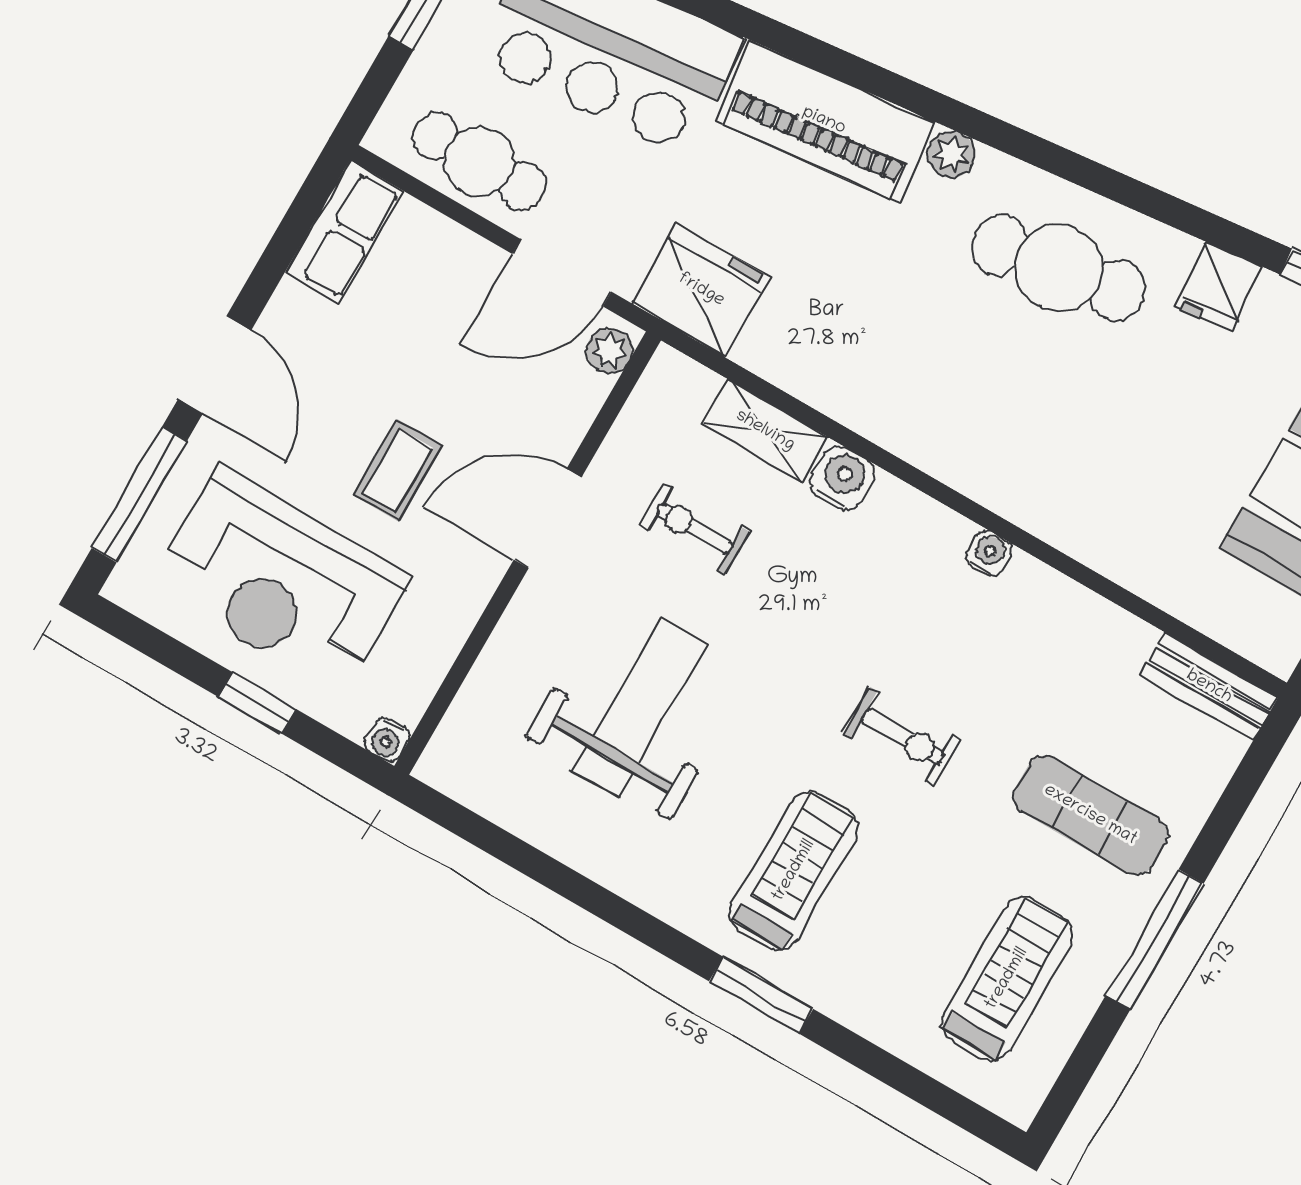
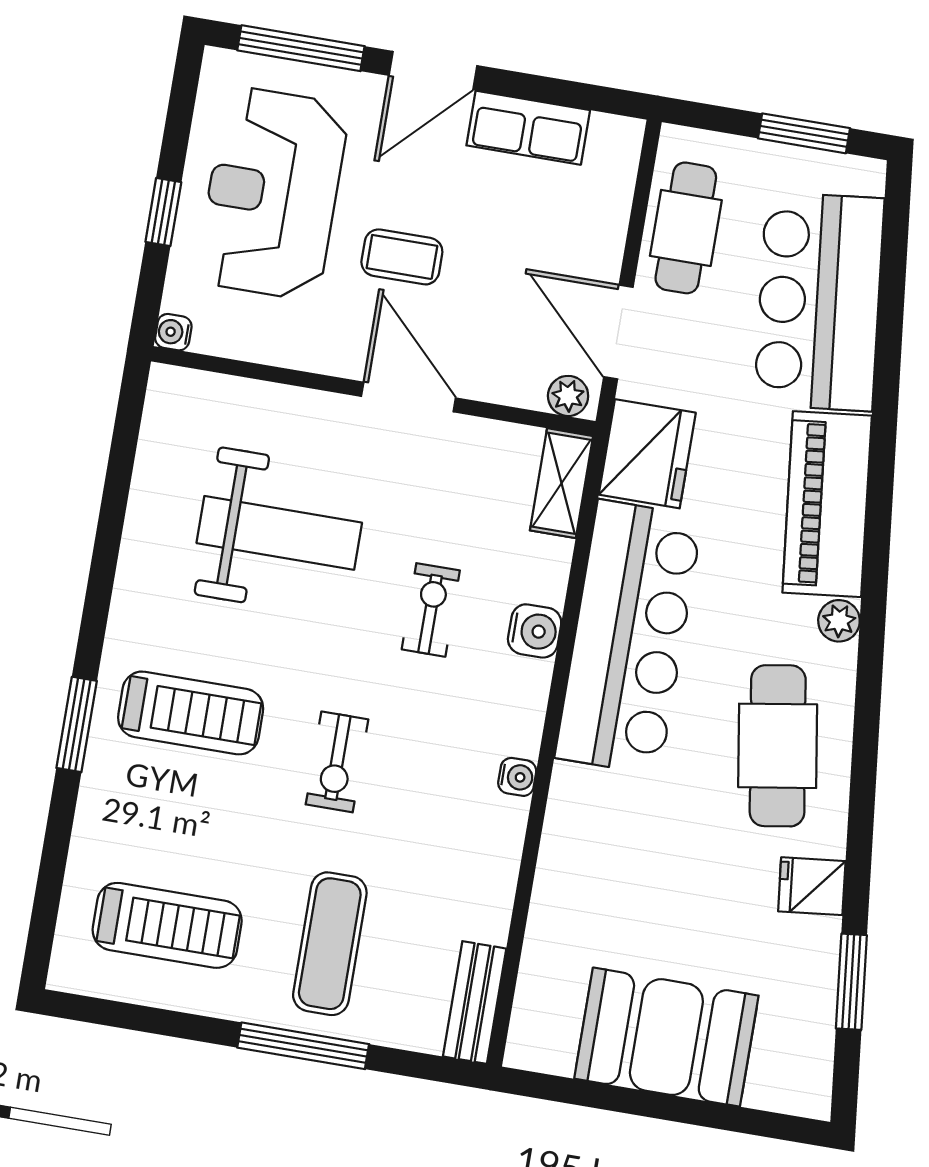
row of seats: (344, 232) -> (528, 128), moved
bar counter: (886, 382) -> (629, 637), added
shelving: (765, 431) -> (561, 483), moved
exercise bike: (695, 529) -> (431, 610), moved
window: (1155, 939) -> (303, 1046), moved

